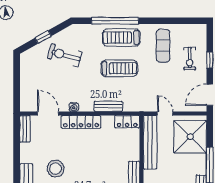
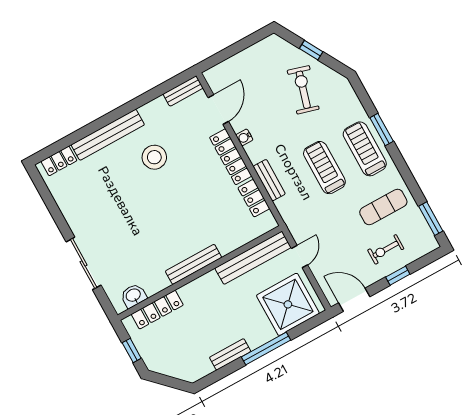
window: (115, 21) -> (382, 130), width x0.47
window: (186, 21) -> (431, 219), added
treadmill: (119, 68) -> (324, 168), turned 180
locker: (127, 122) -> (254, 198), moved

